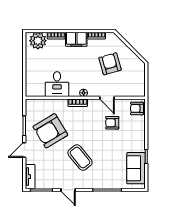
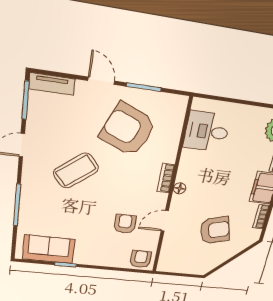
desk: (57, 84) -> (207, 132), moved
armchair: (50, 131) -> (128, 130), turned -36

